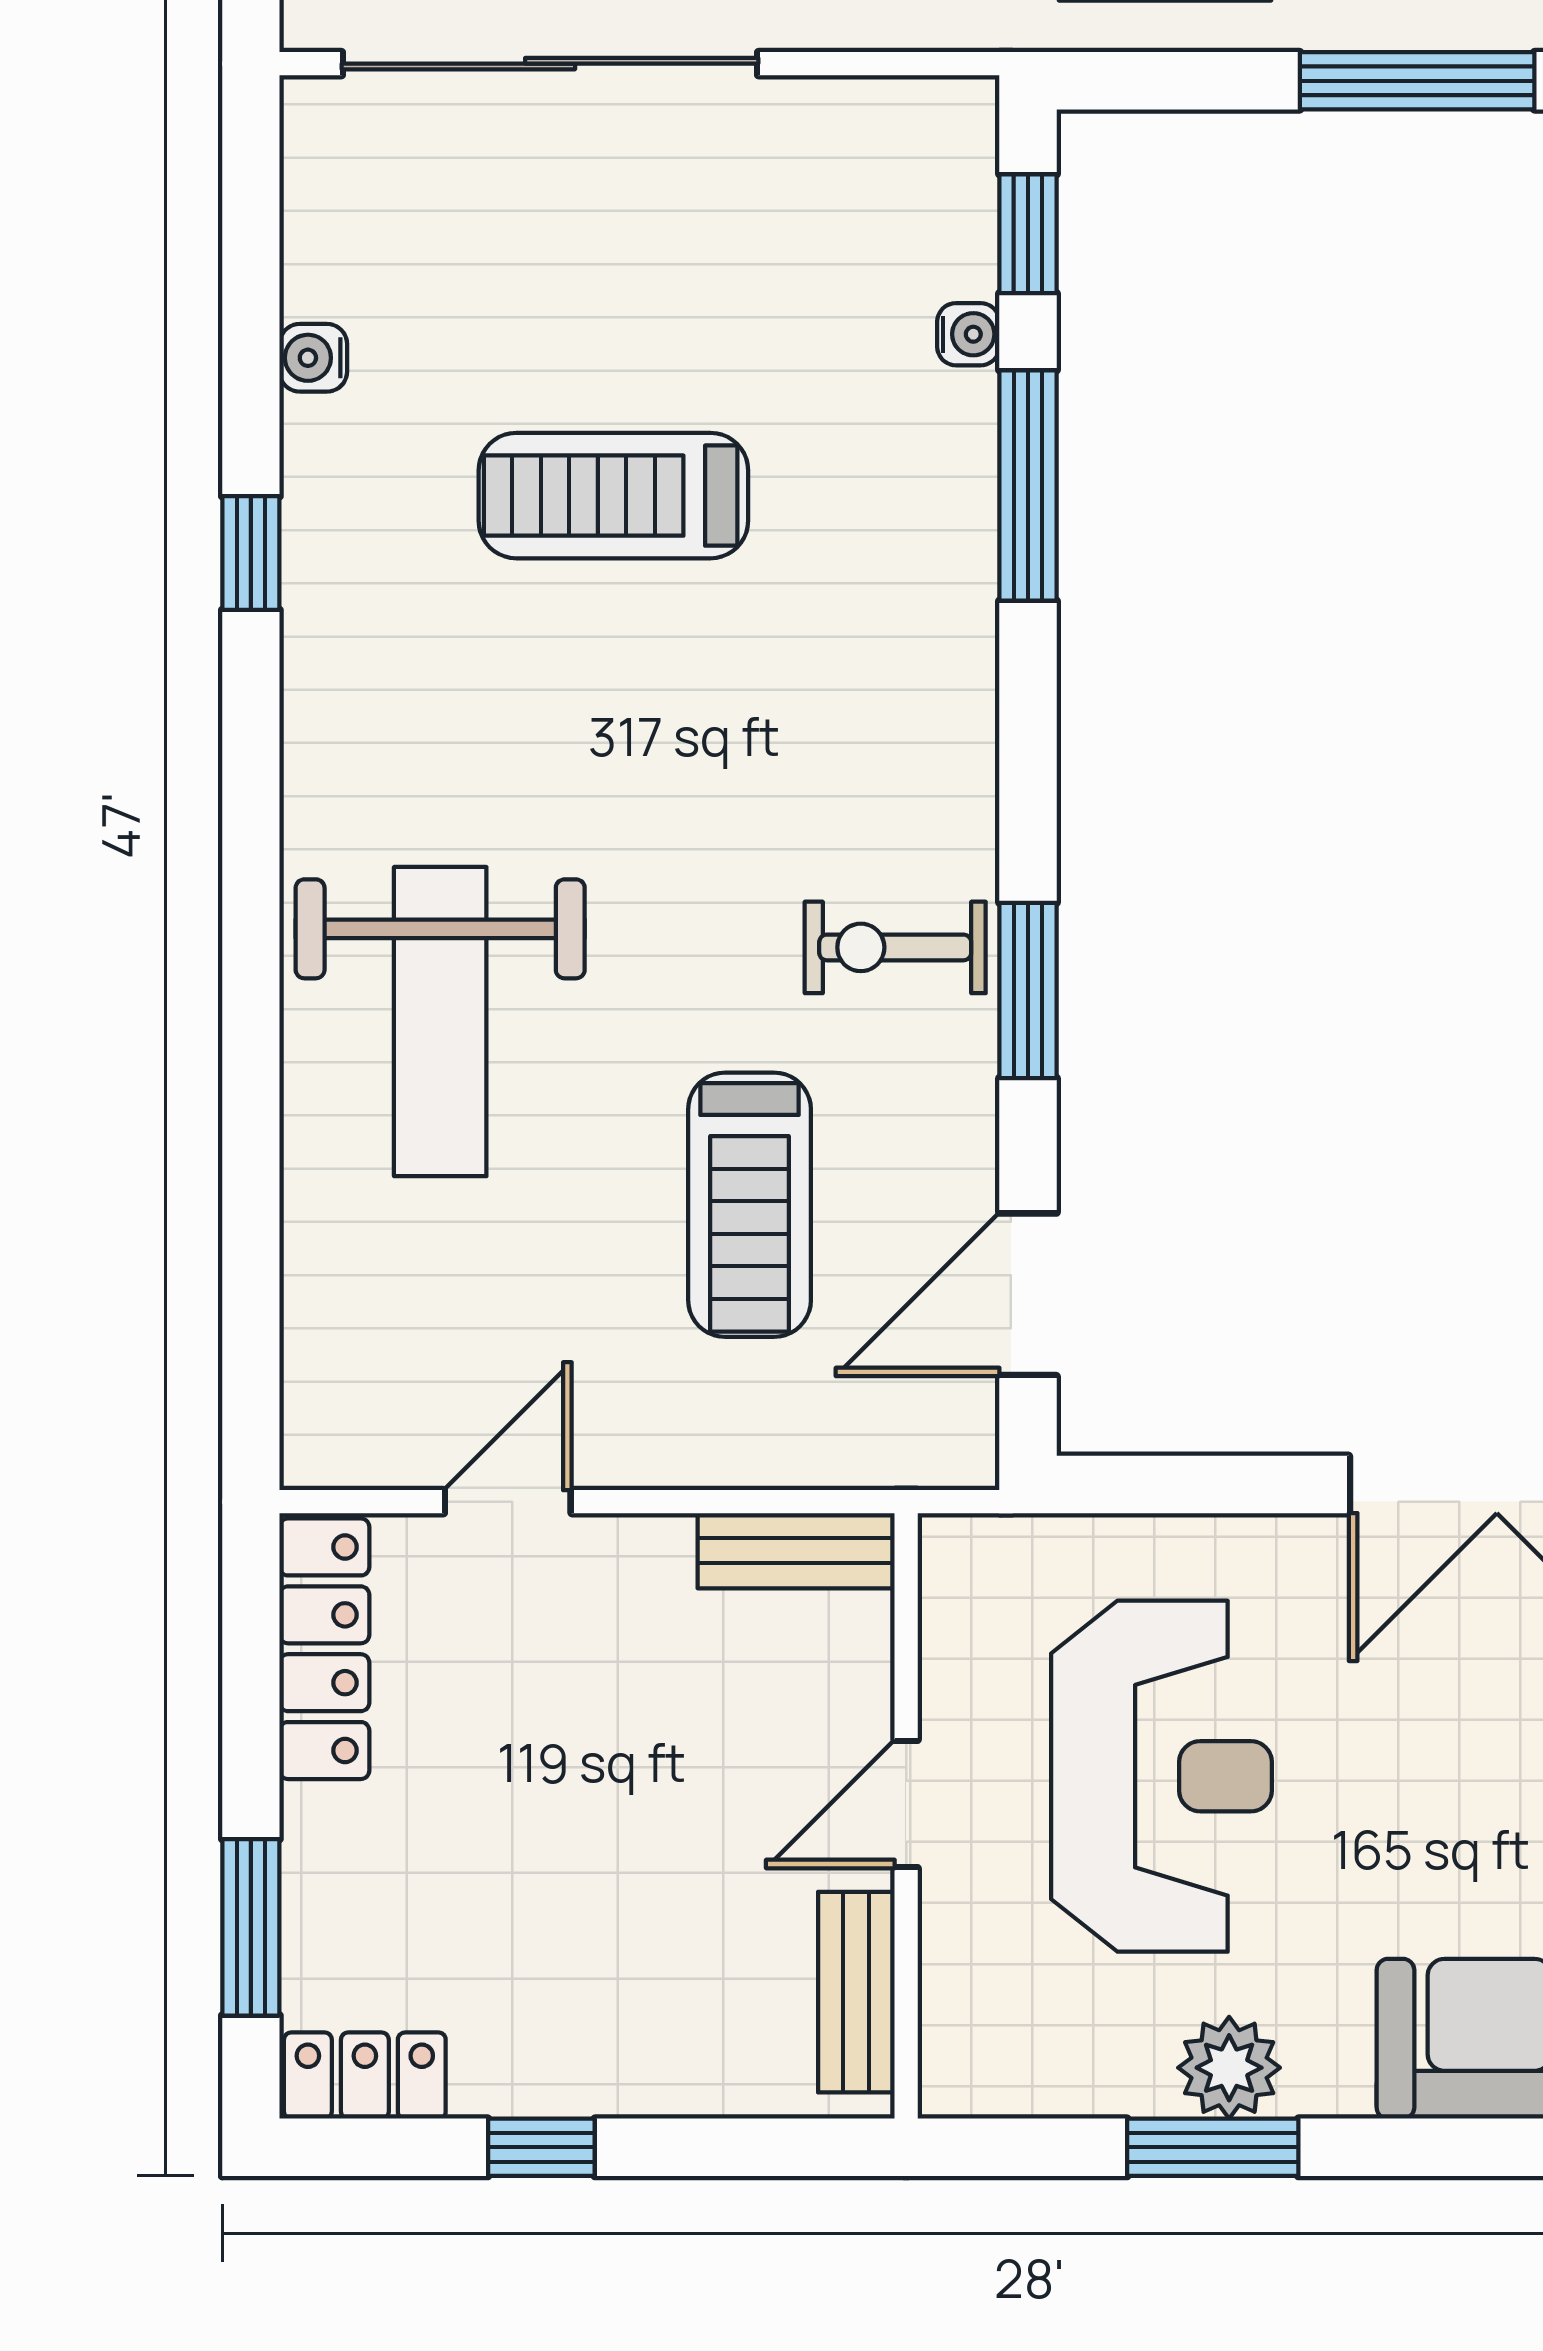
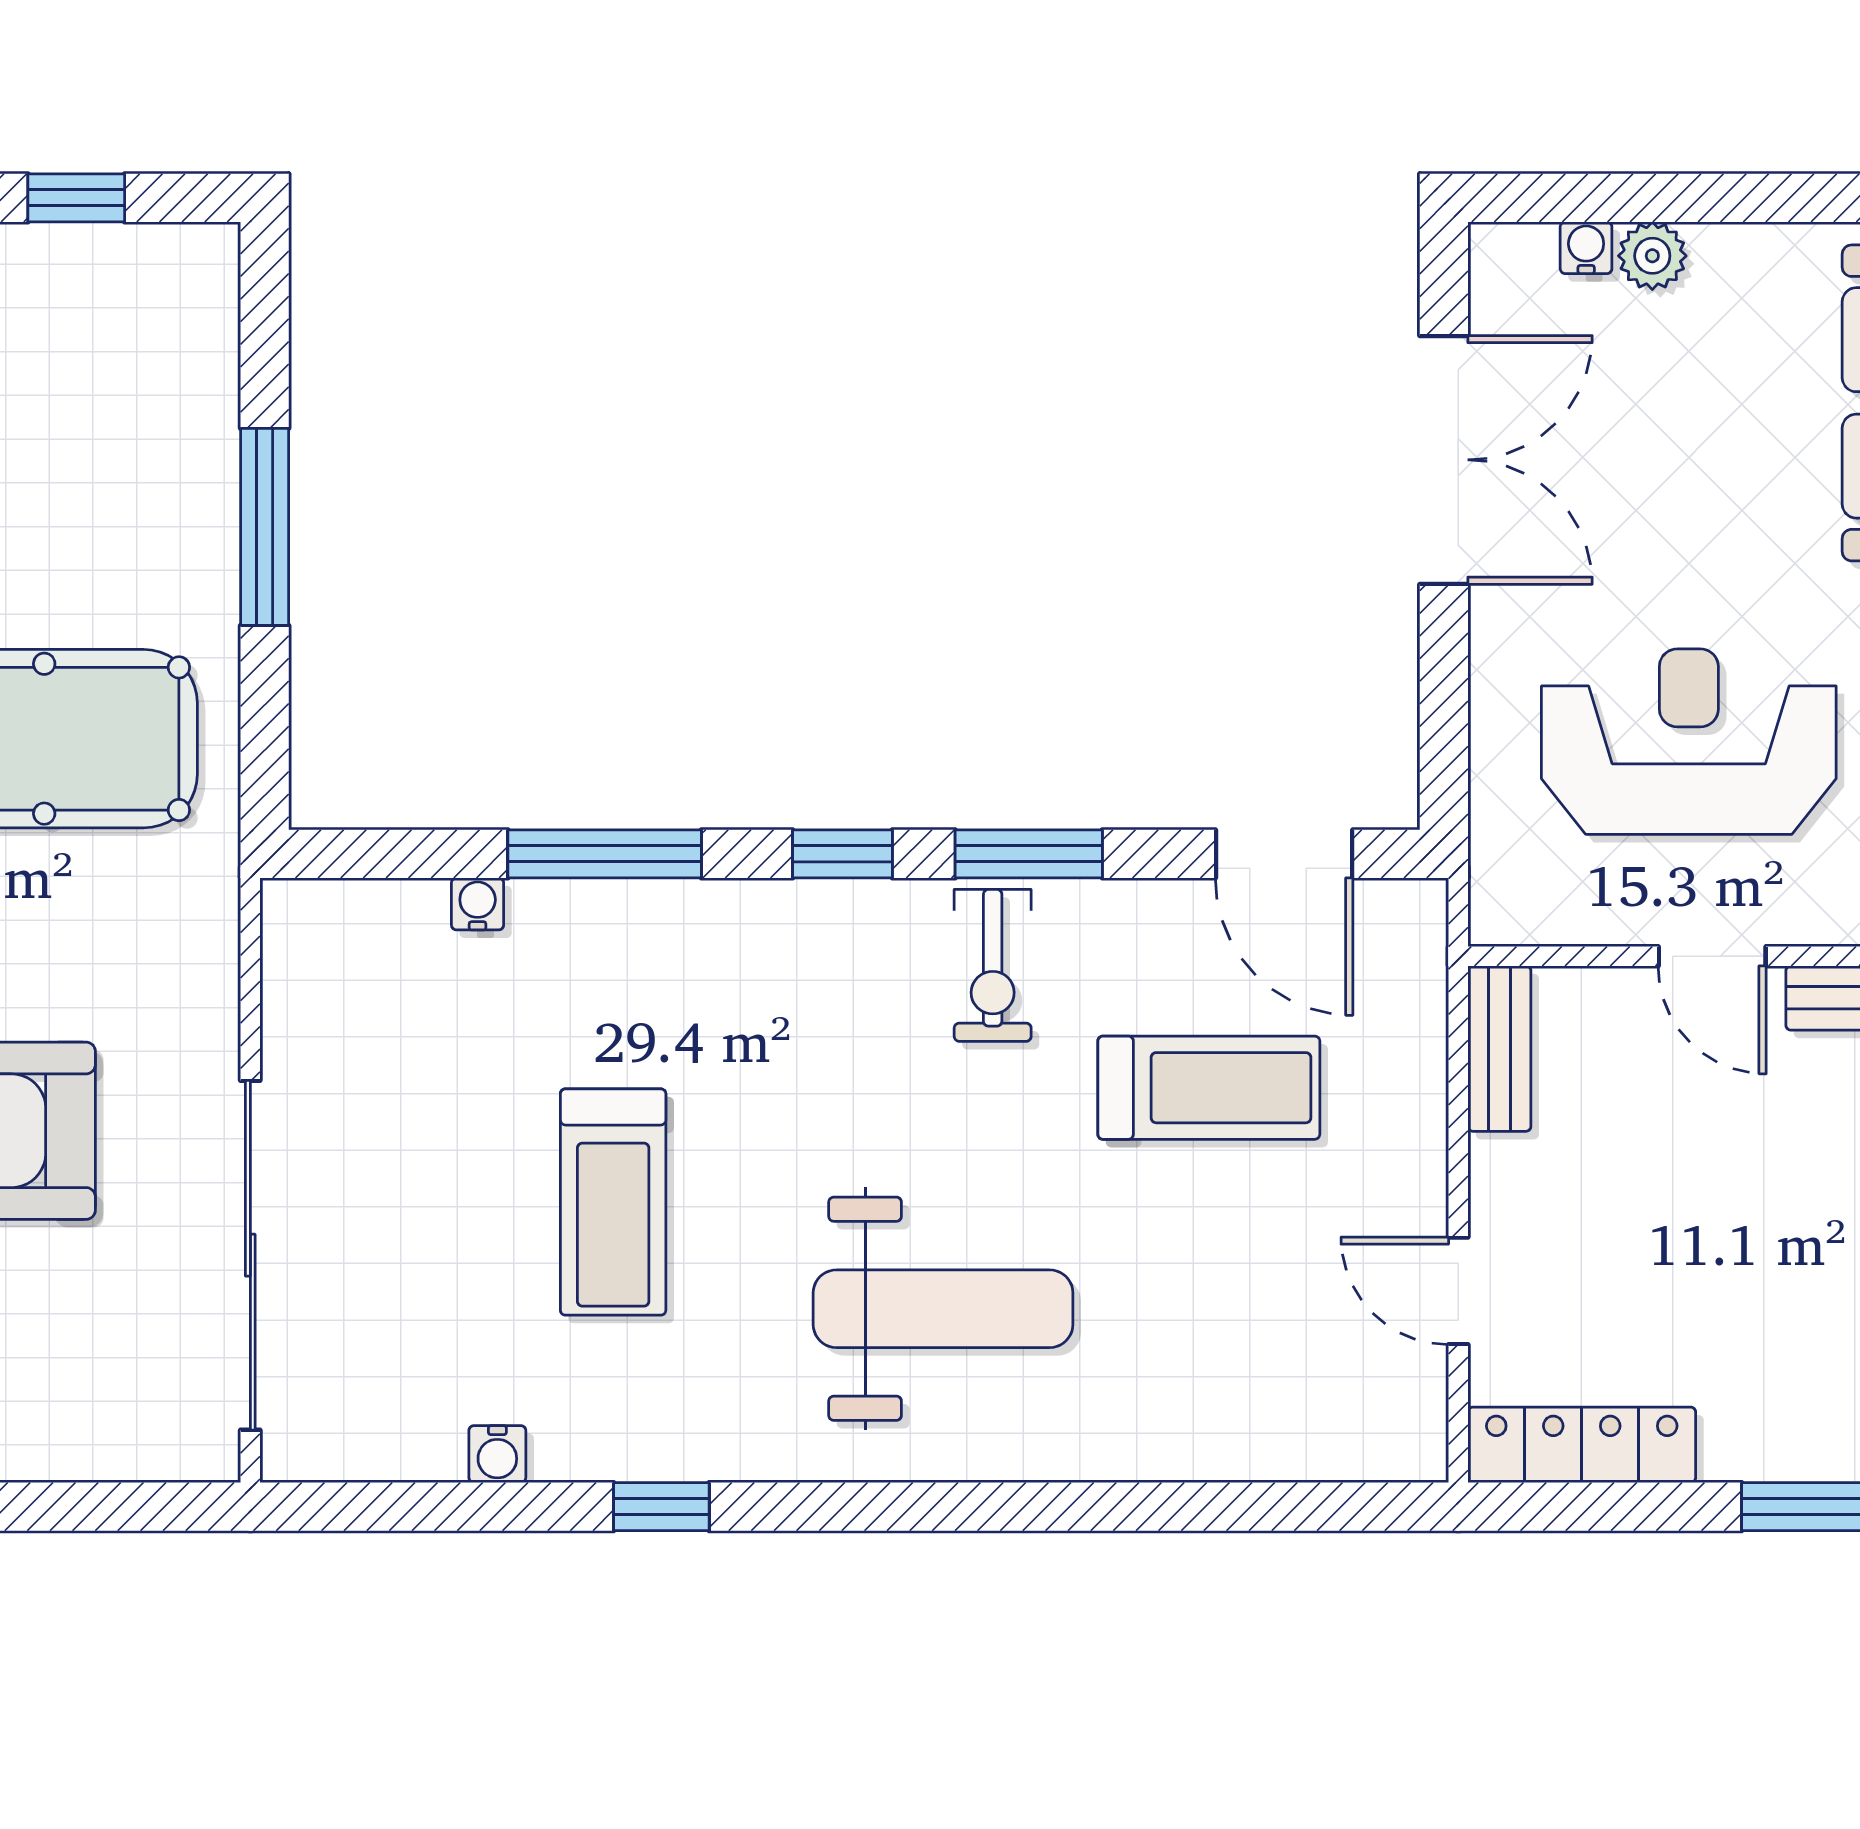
window: (1028, 234) -> (842, 854), moved
weight bench: (440, 1022) -> (943, 1309), moved

